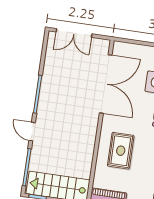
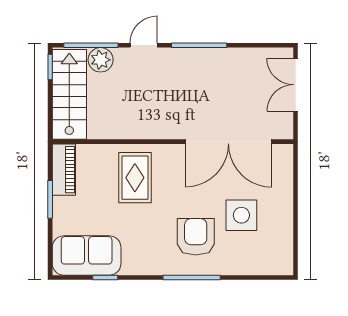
rug: (121, 151) -> (135, 178), turned 90
plant: (38, 162) -> (101, 60), added

